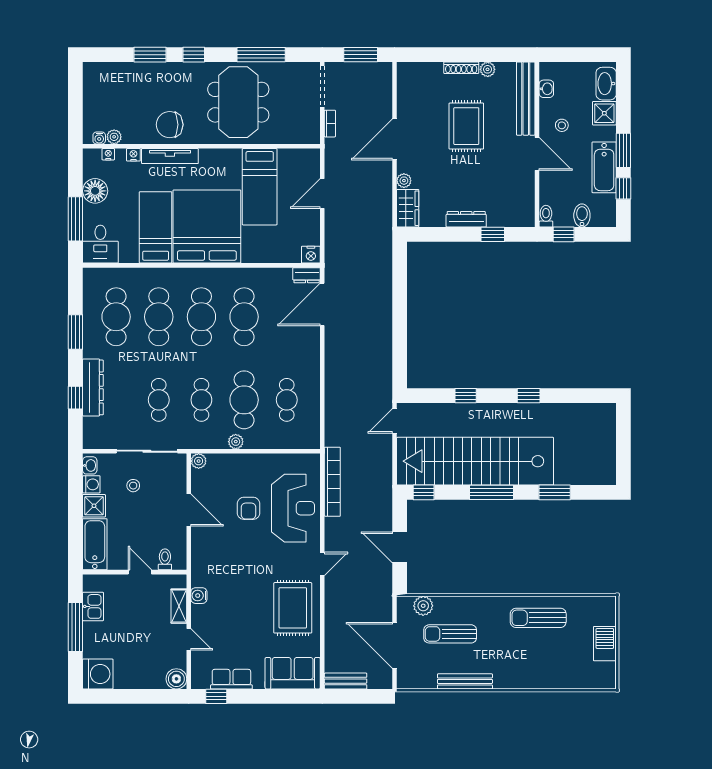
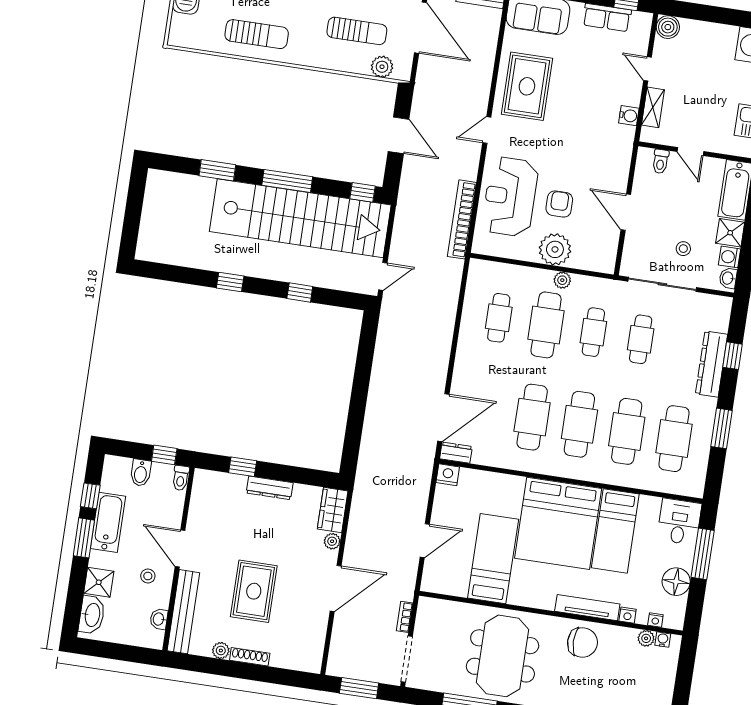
plant: (199, 461) -> (555, 249), moved, width x1.87, depth x1.87

